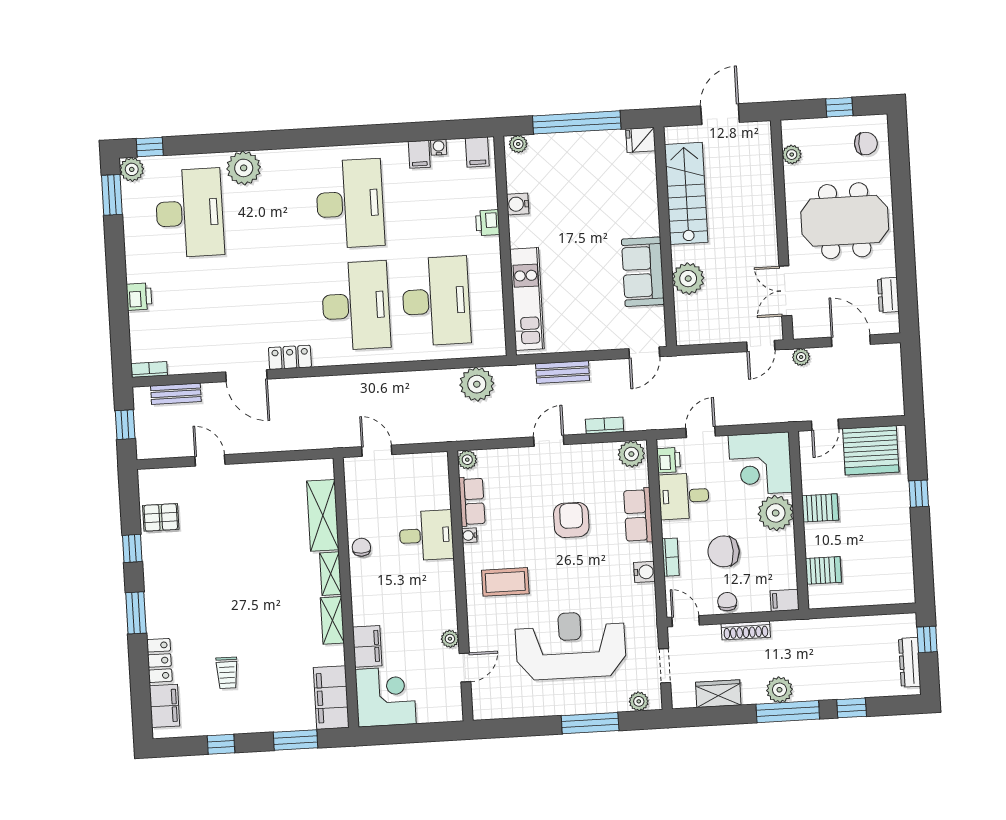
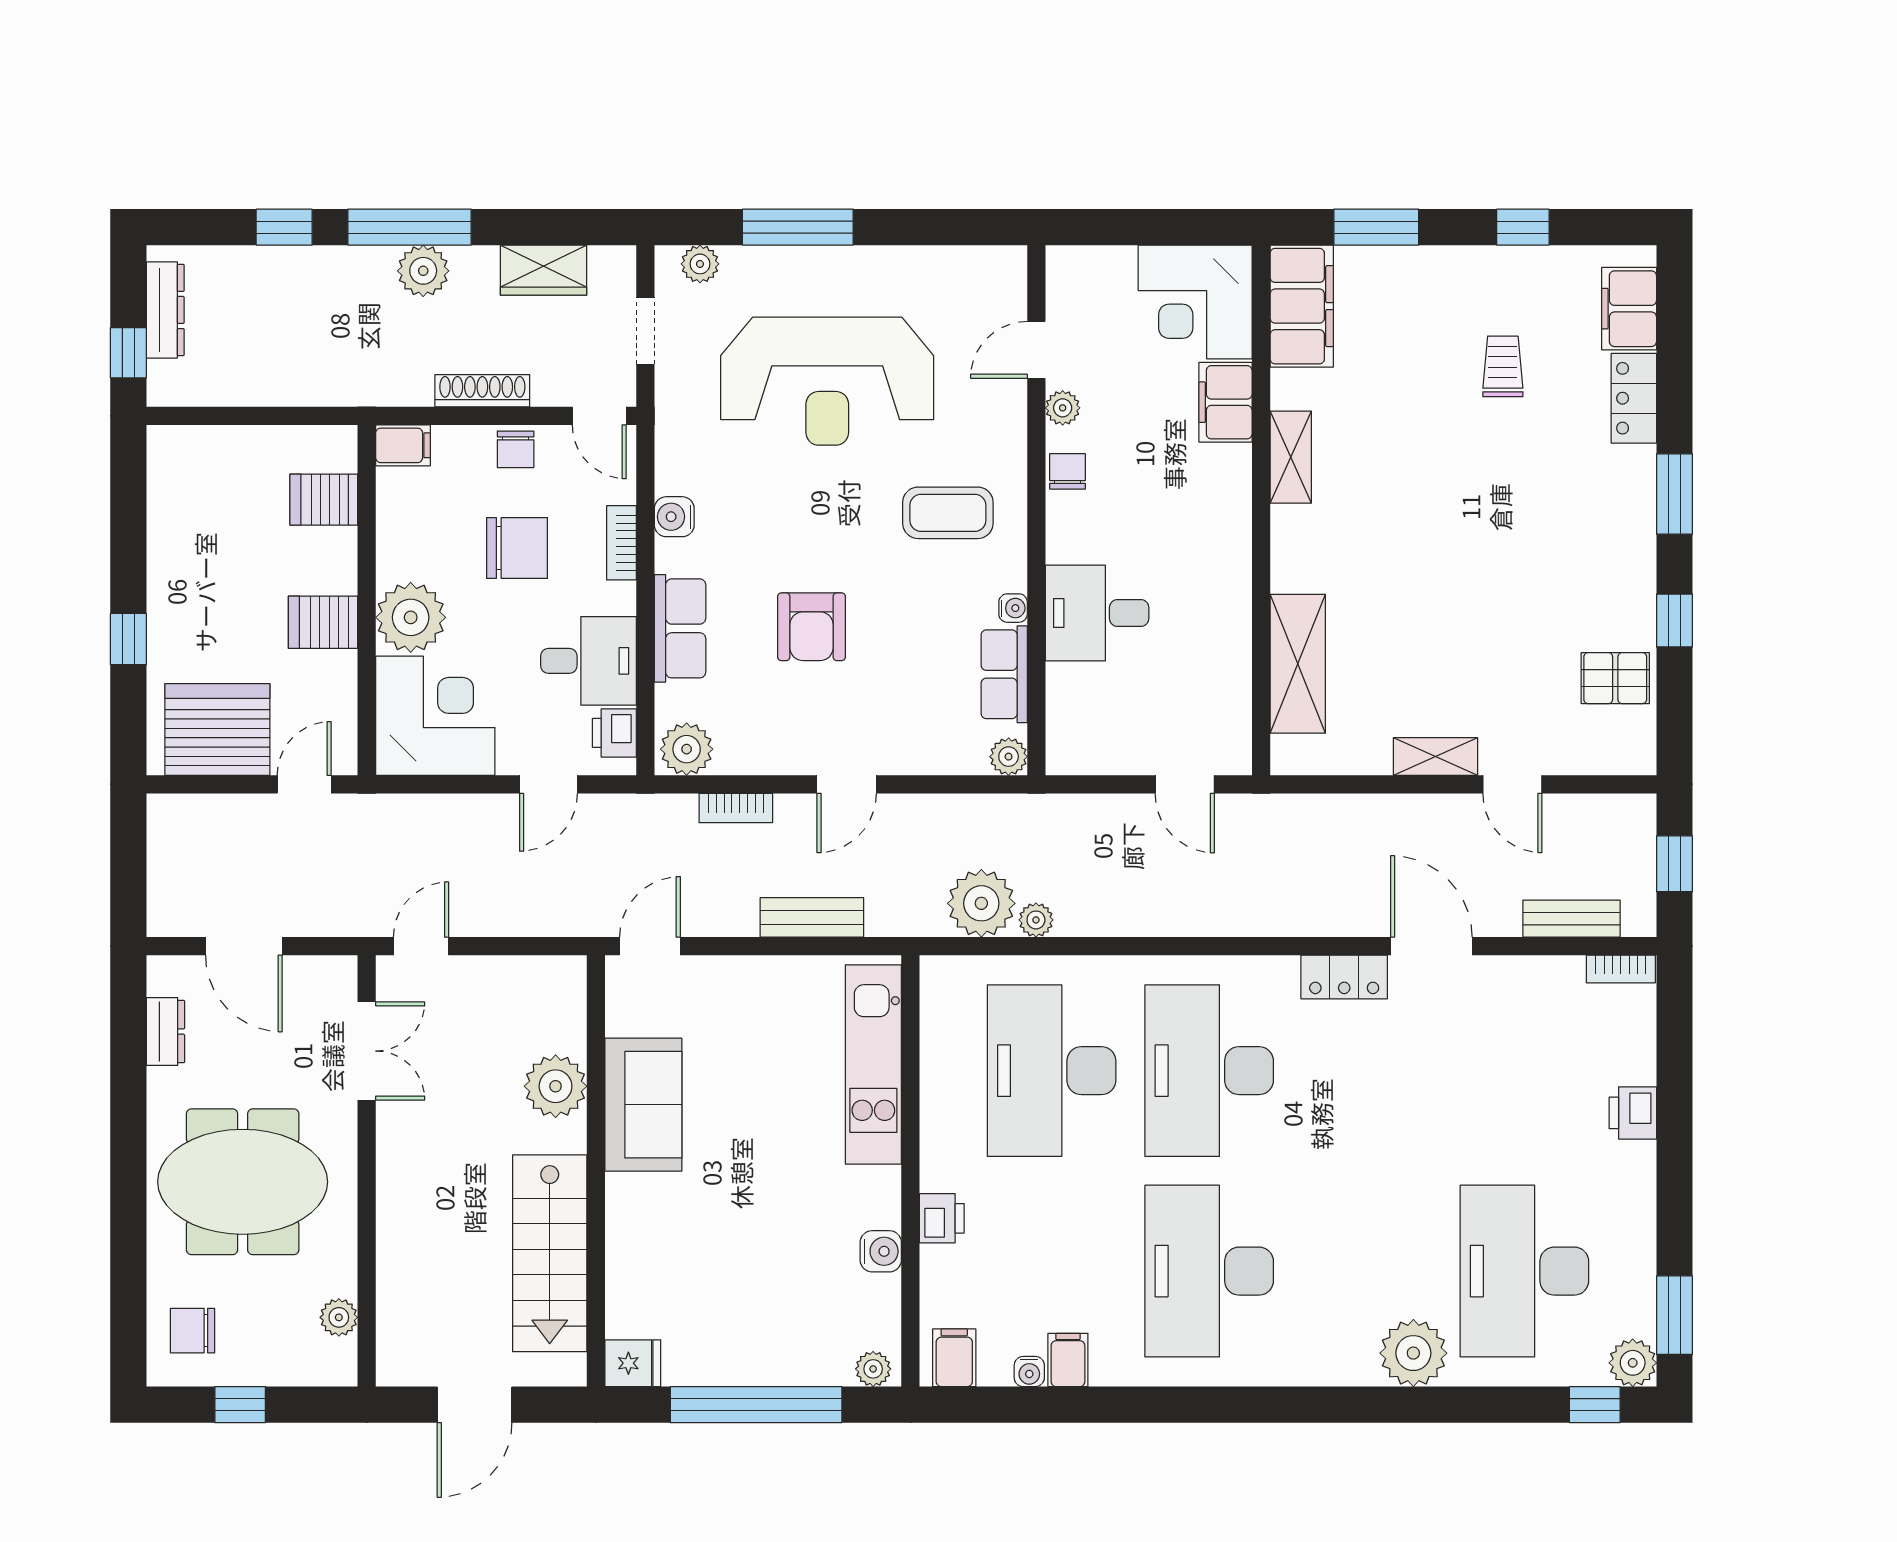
plant: (801, 357) -> (1036, 920), moved
chair: (361, 547) -> (1067, 471), moved, turned 180
shelving: (331, 574) -> (1436, 756), moved, turned 90

